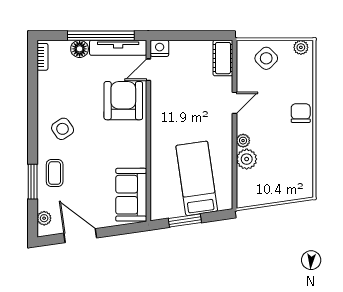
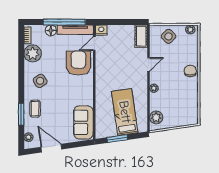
plant: (51, 85) -> (33, 53), added
plant: (247, 159) -> (156, 117), moved

